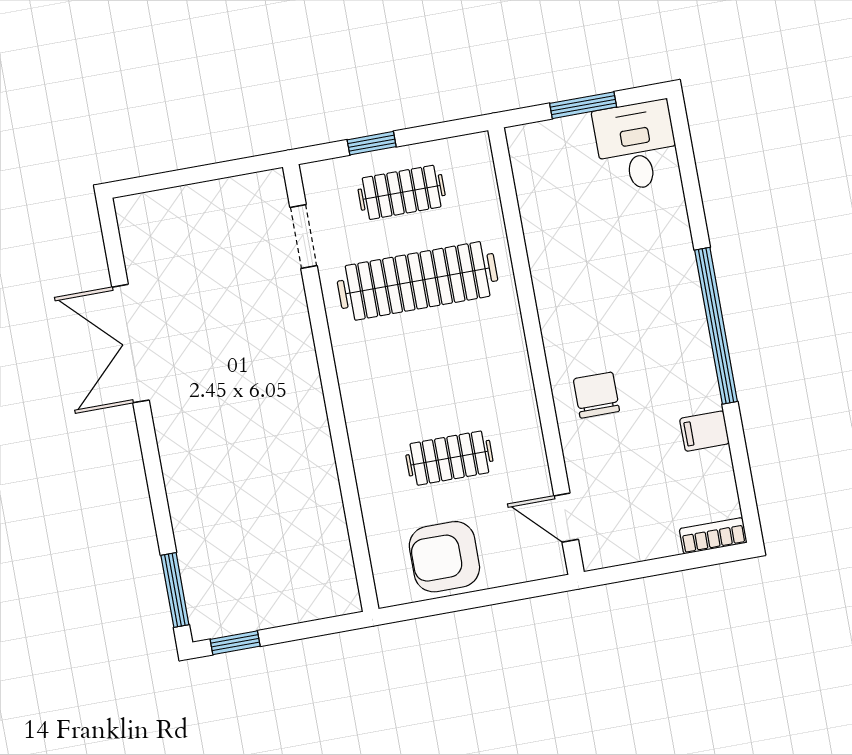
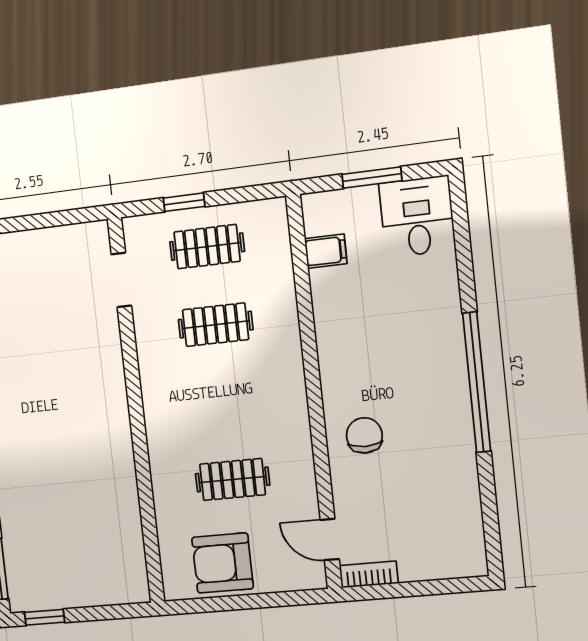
clothes rail: (418, 281) -> (216, 325), width x0.54, depth x0.76
filing cabinet: (704, 431) -> (326, 251), moved, turned 180
bookcase: (713, 536) -> (369, 574), moved

